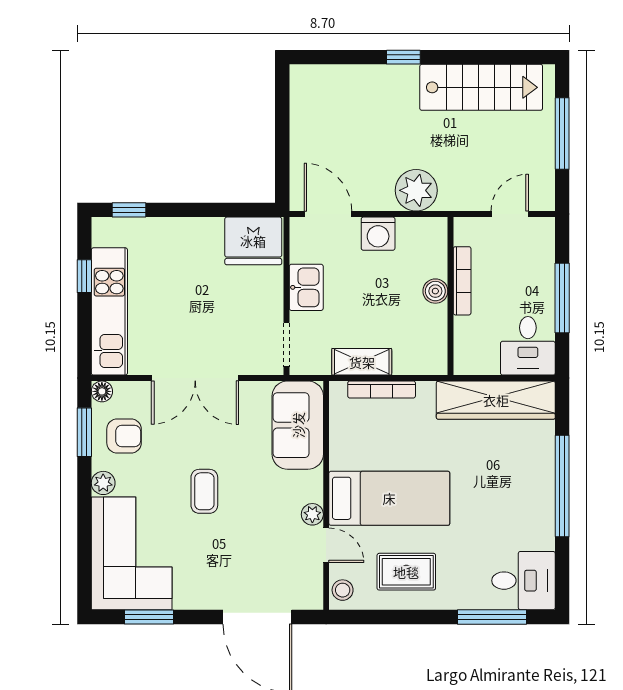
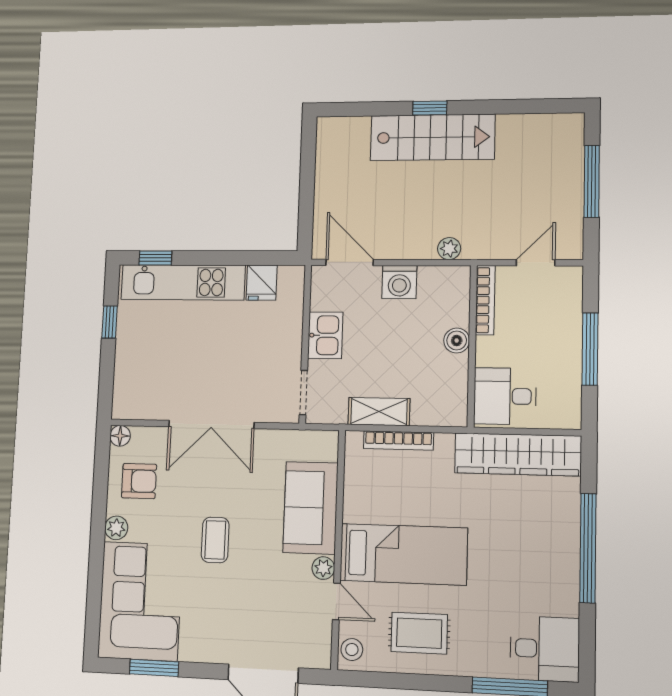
stairs: (481, 87) -> (433, 137), moved
plant: (416, 190) -> (449, 249), width x0.53, depth x0.53
fridge: (253, 241) -> (262, 283), width x0.53, depth x0.75
bookcase: (462, 281) -> (485, 300), moved
kitchen unit: (109, 311) -> (183, 282), moved, turned 90
desk: (528, 346) -> (505, 396), moved, turned 90
sofa: (298, 425) -> (310, 508), moved
window: (84, 432) -> (101, 476), removed

